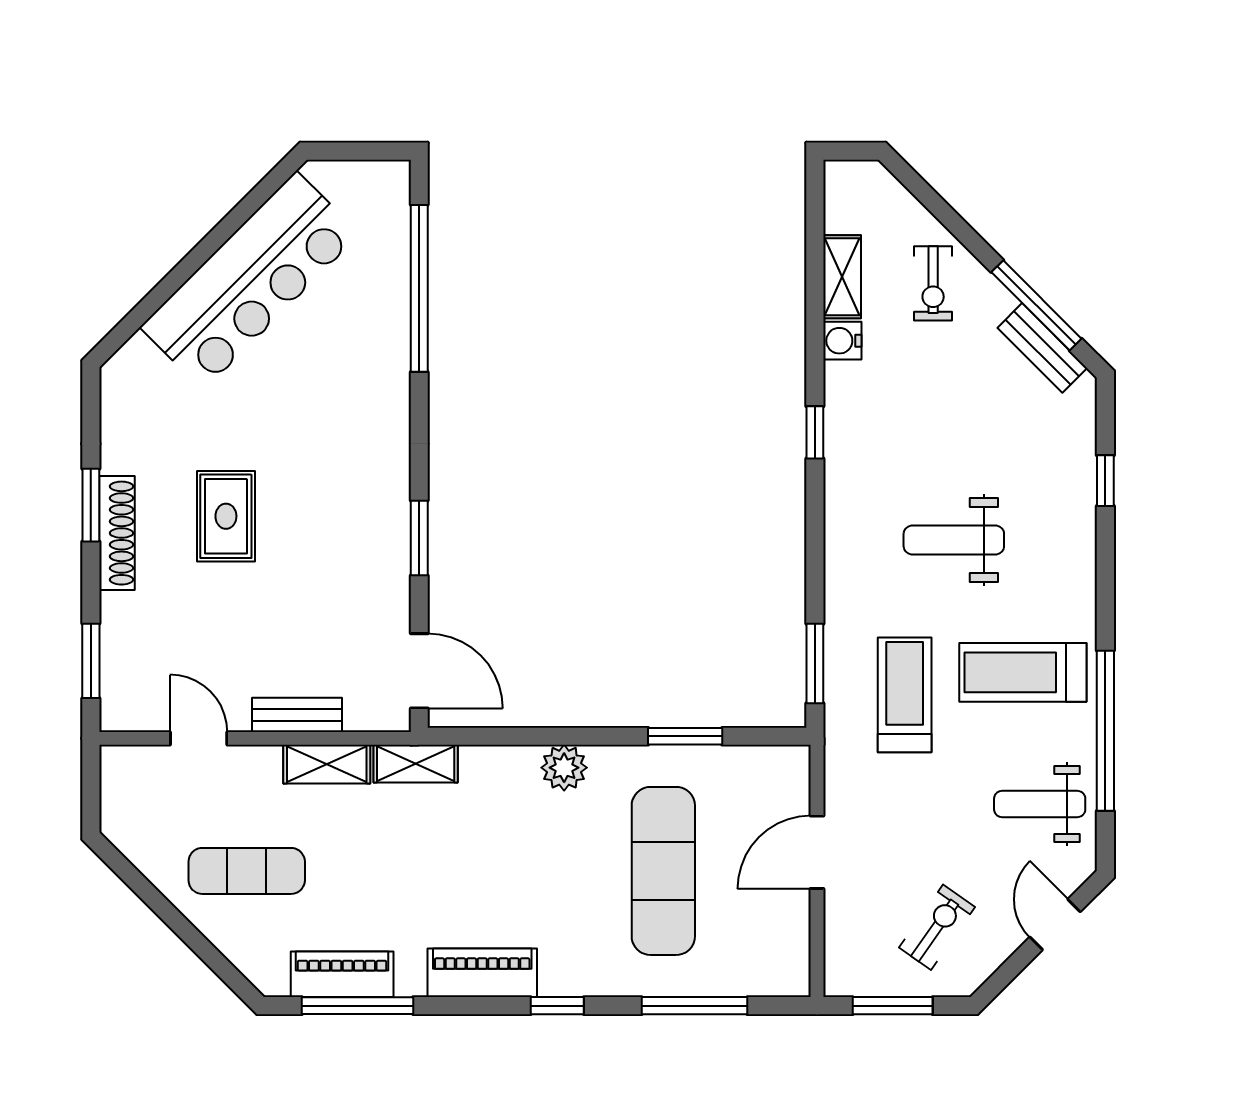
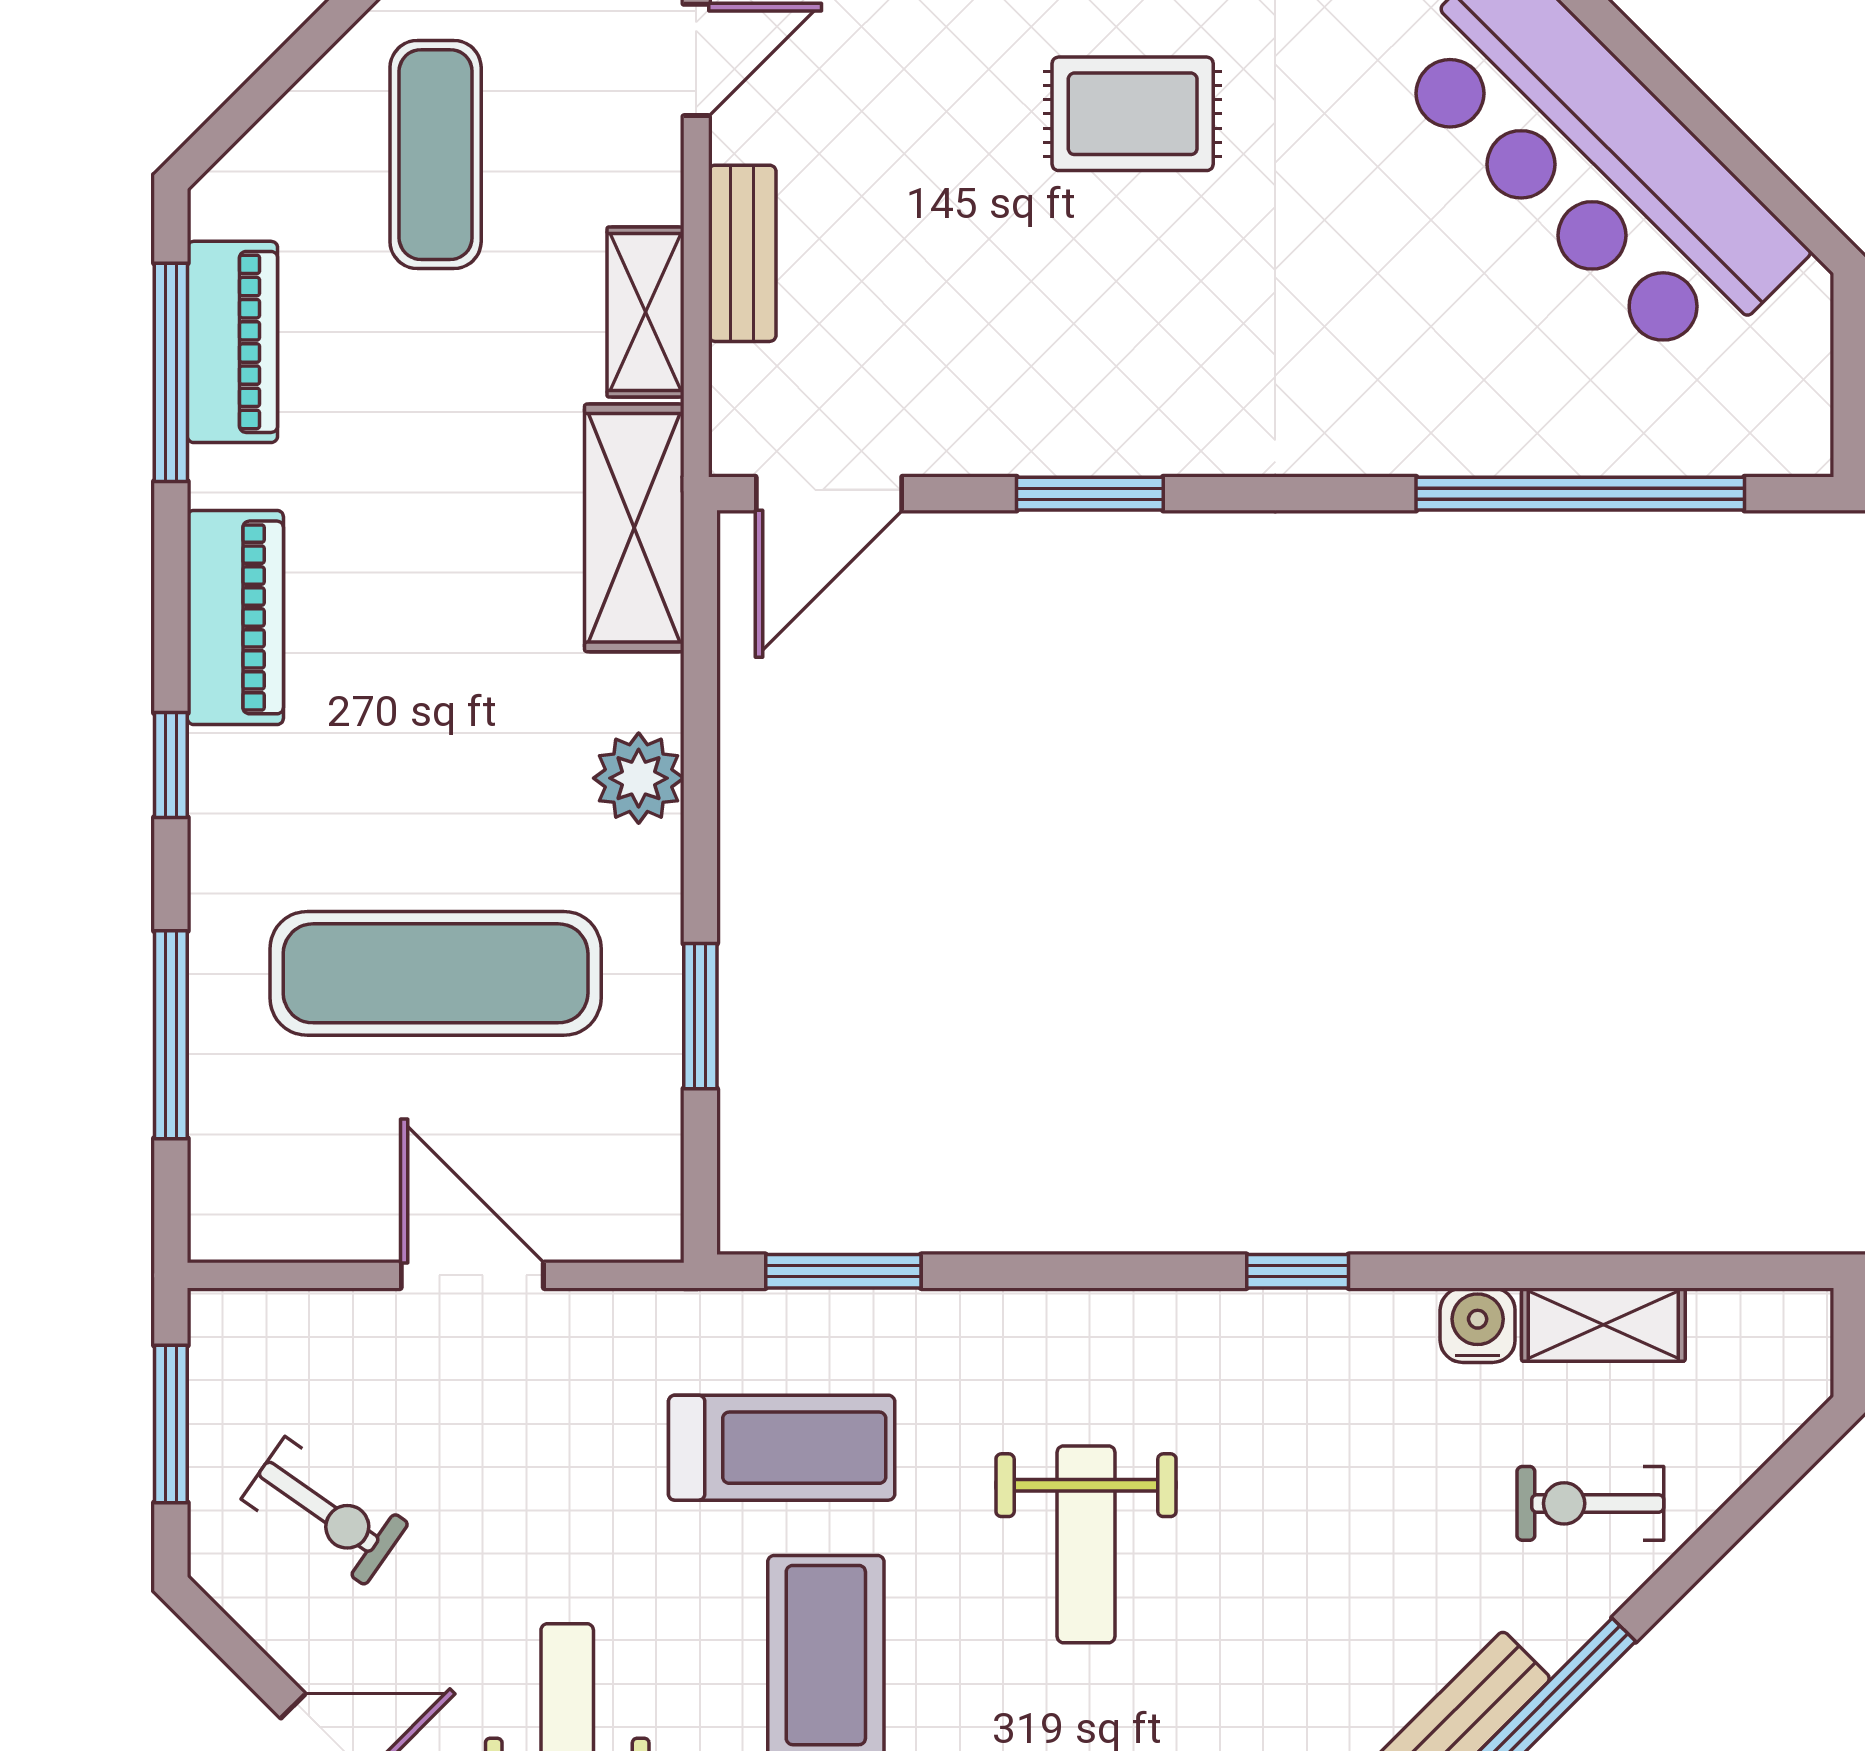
weight bench: (954, 540) -> (1086, 1544), turned 180
shelving: (416, 764) -> (634, 528), width x1.50, depth x1.33

